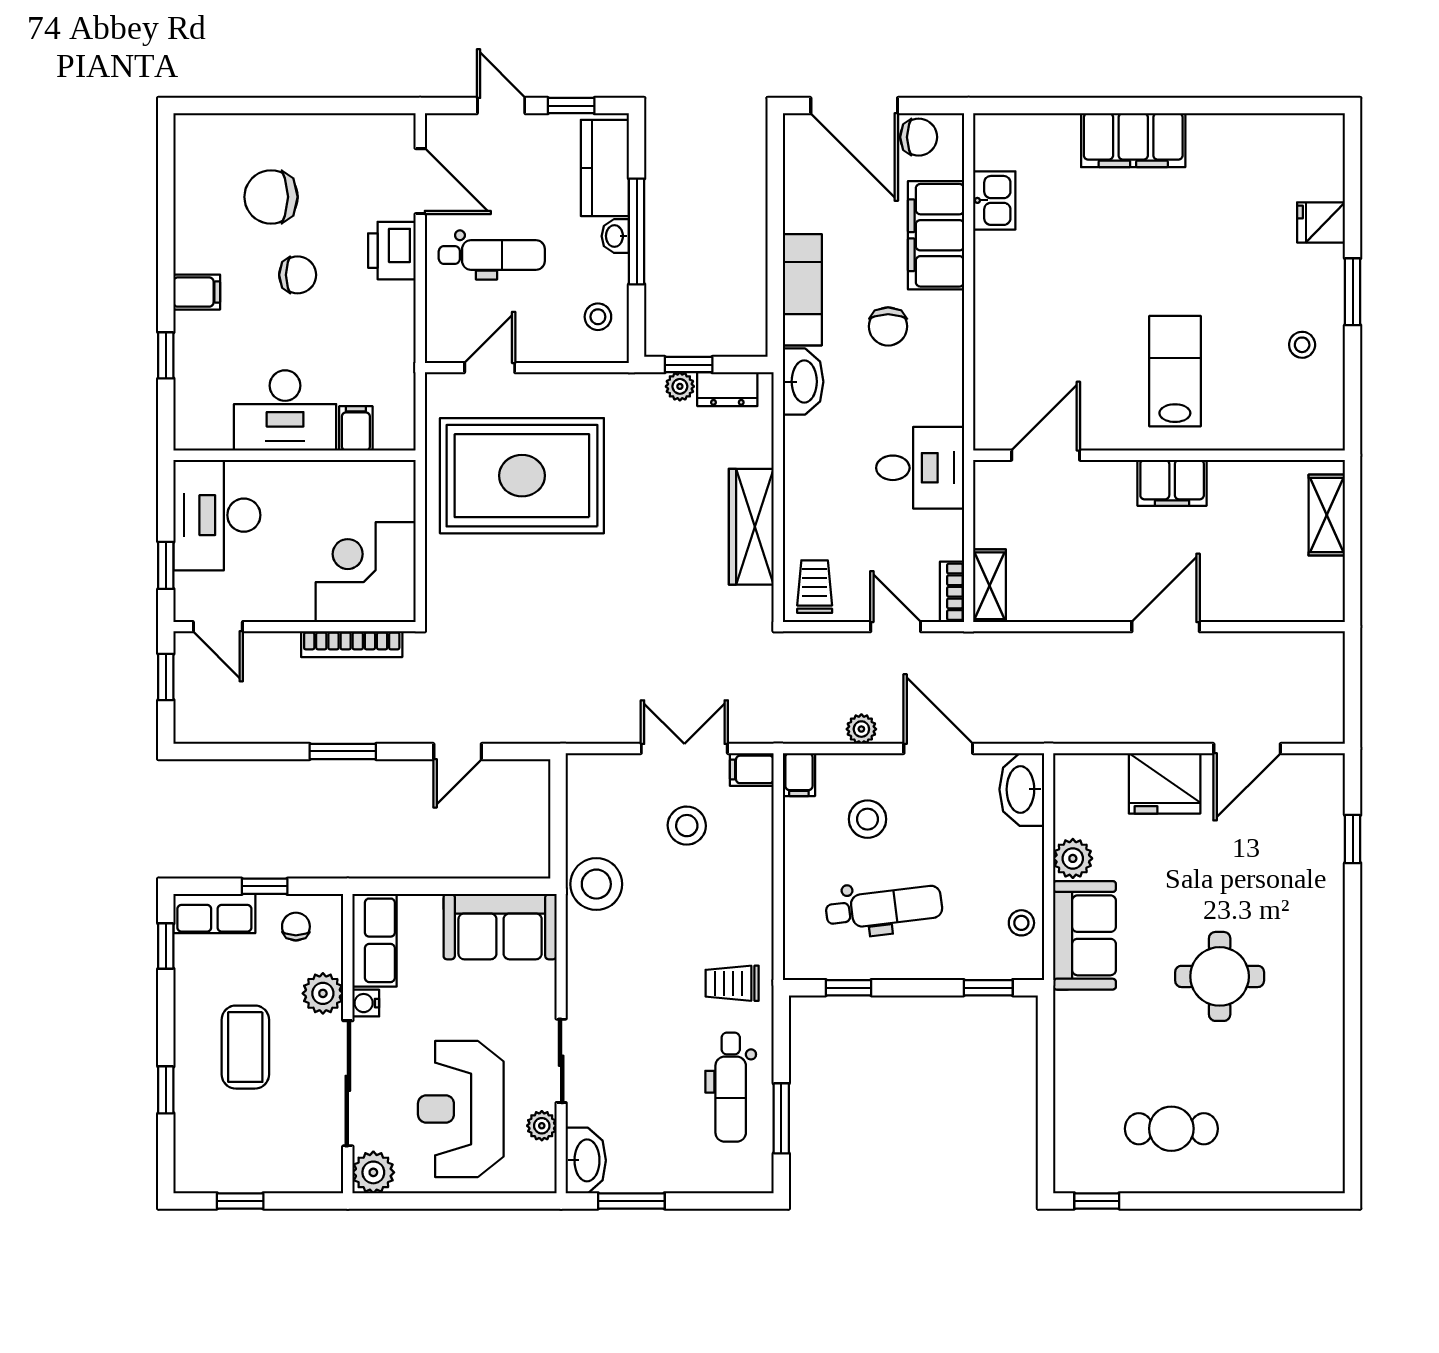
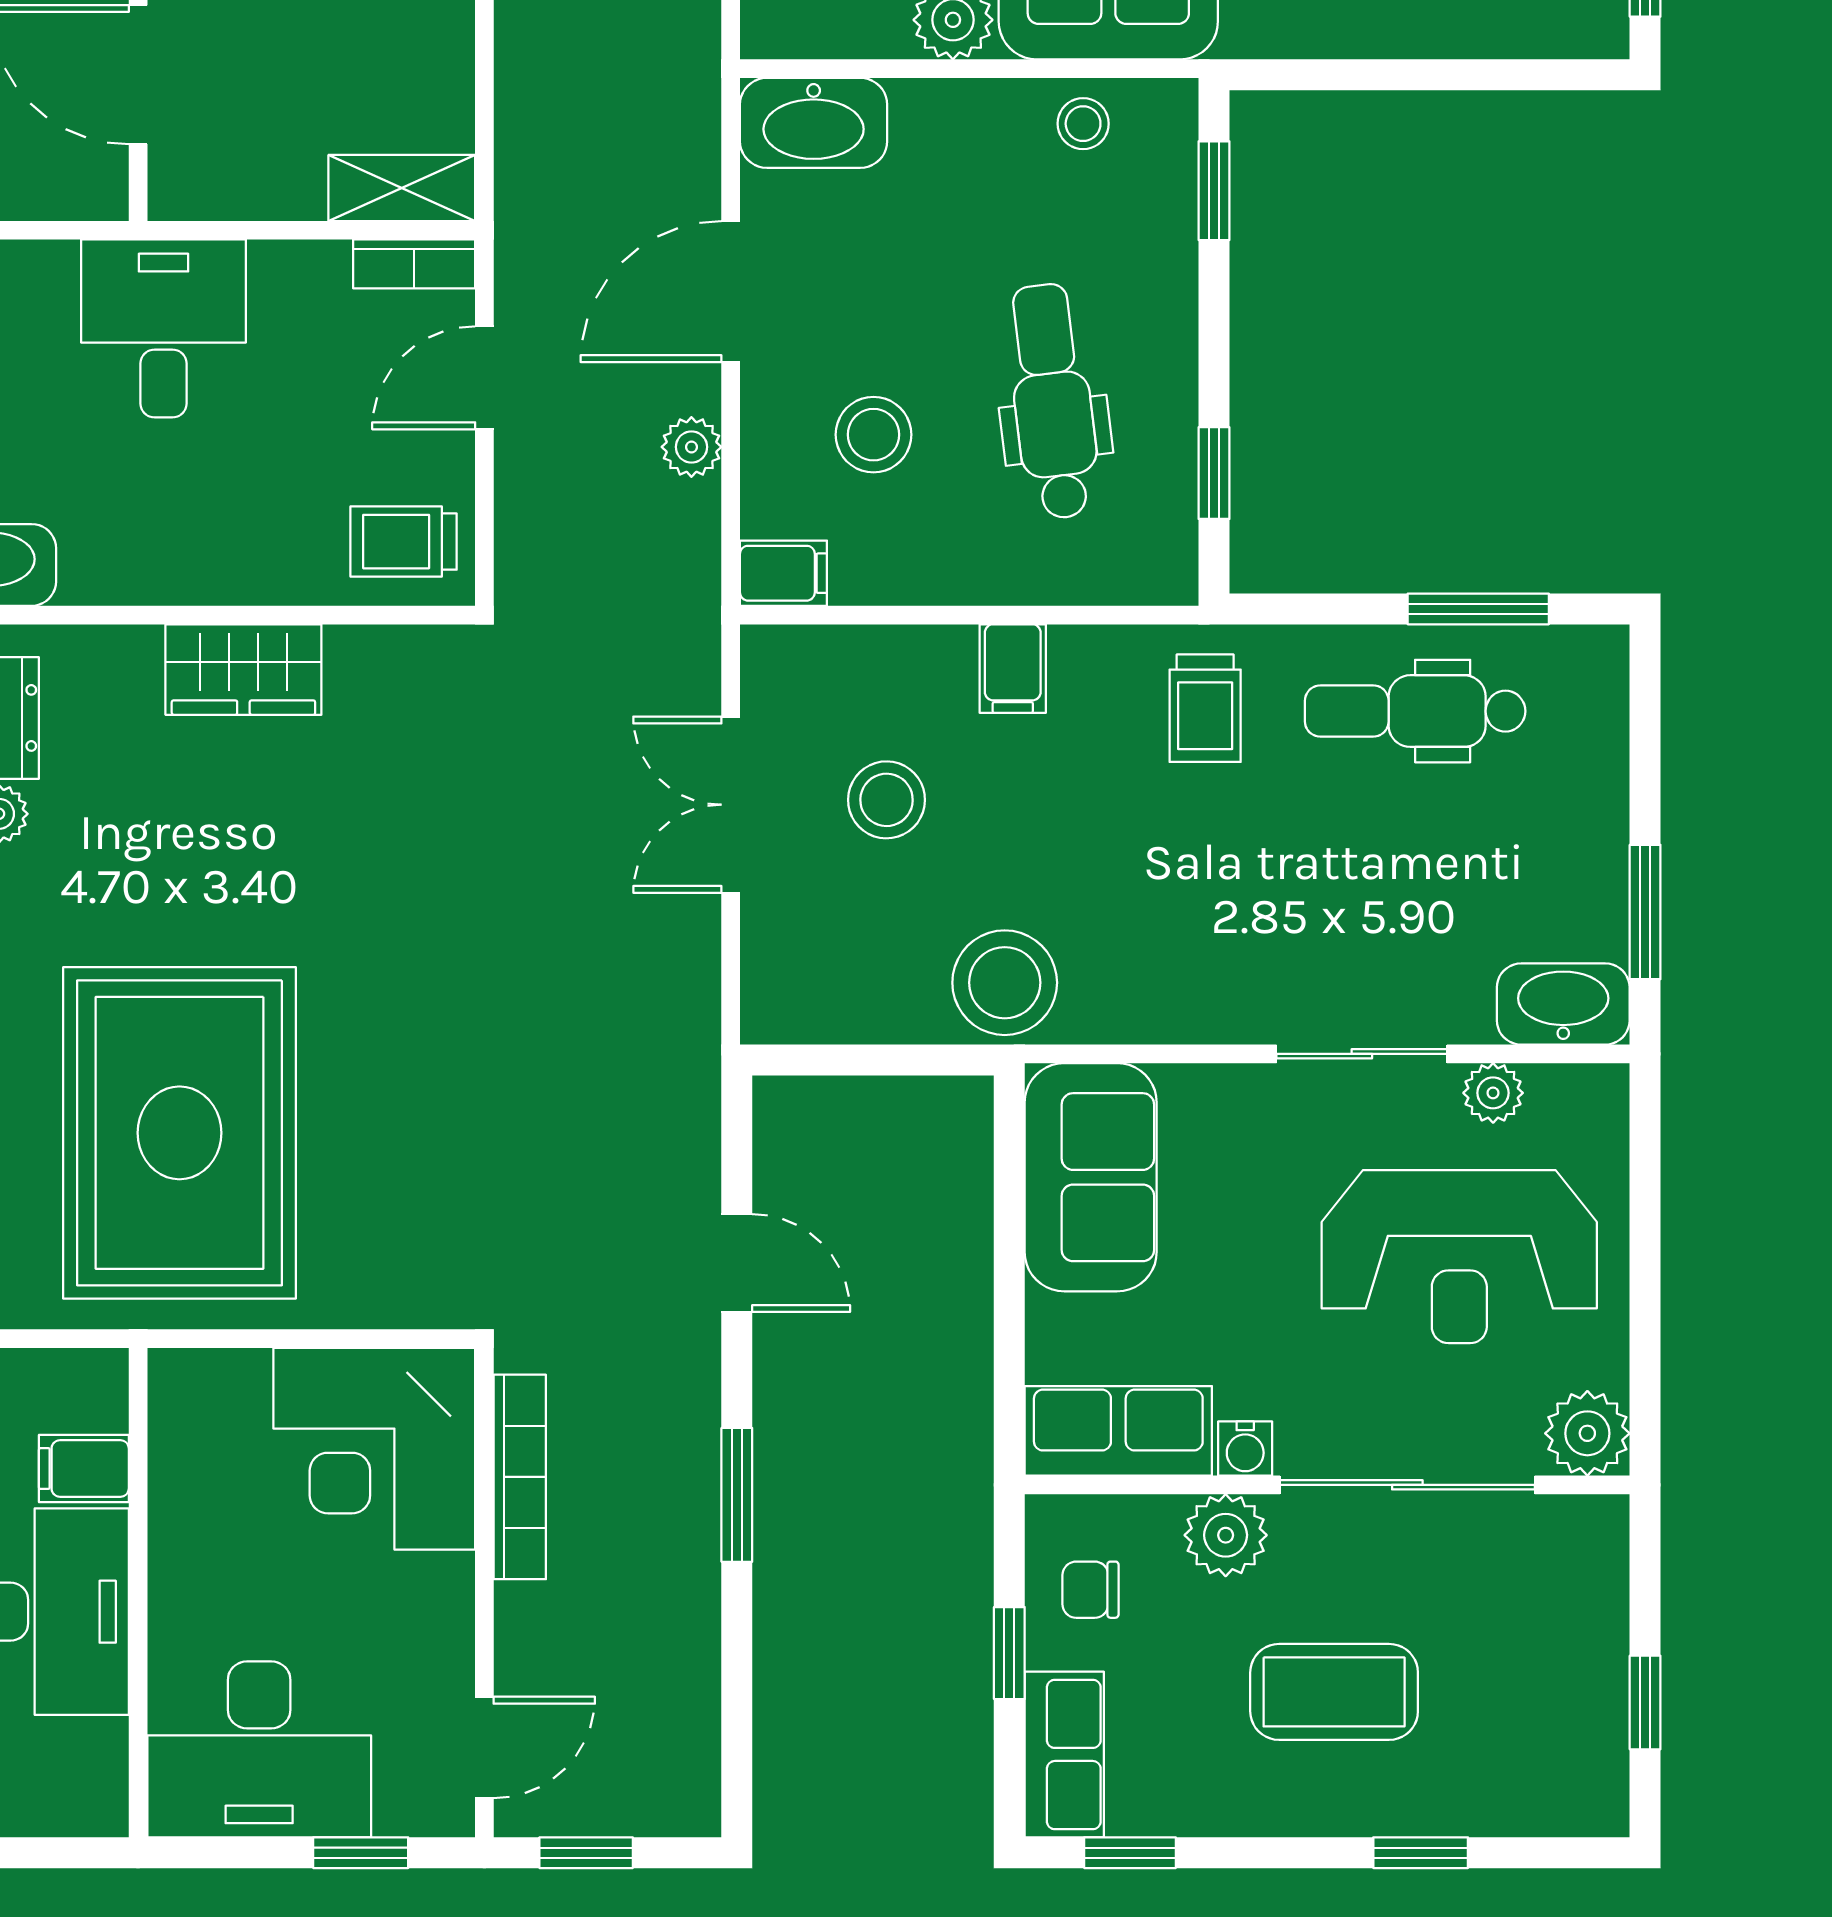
wardrobe: (751, 527) -> (243, 670), width x0.67
filing cabinet: (752, 769) -> (1013, 669), moved
dental chair: (731, 1087) -> (1415, 711), turned 180

